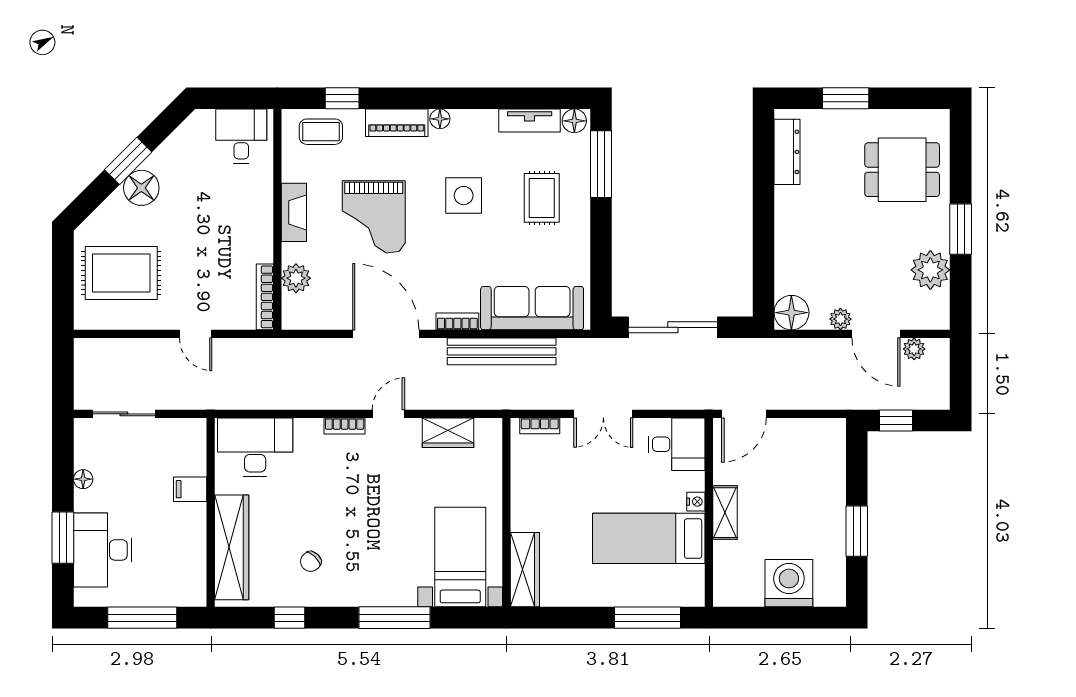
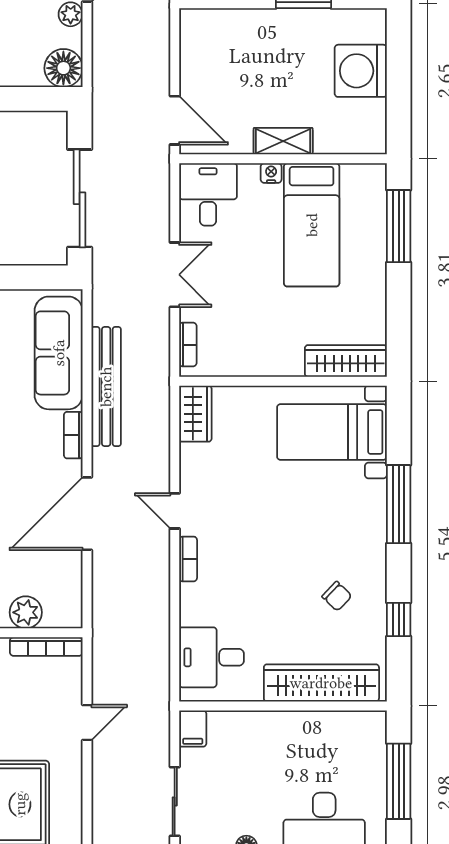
wardrobe: (448, 433) -> (195, 414), moved
desk: (255, 447) -> (211, 657), width x0.73
filing cabinet: (190, 489) -> (193, 729), moved

